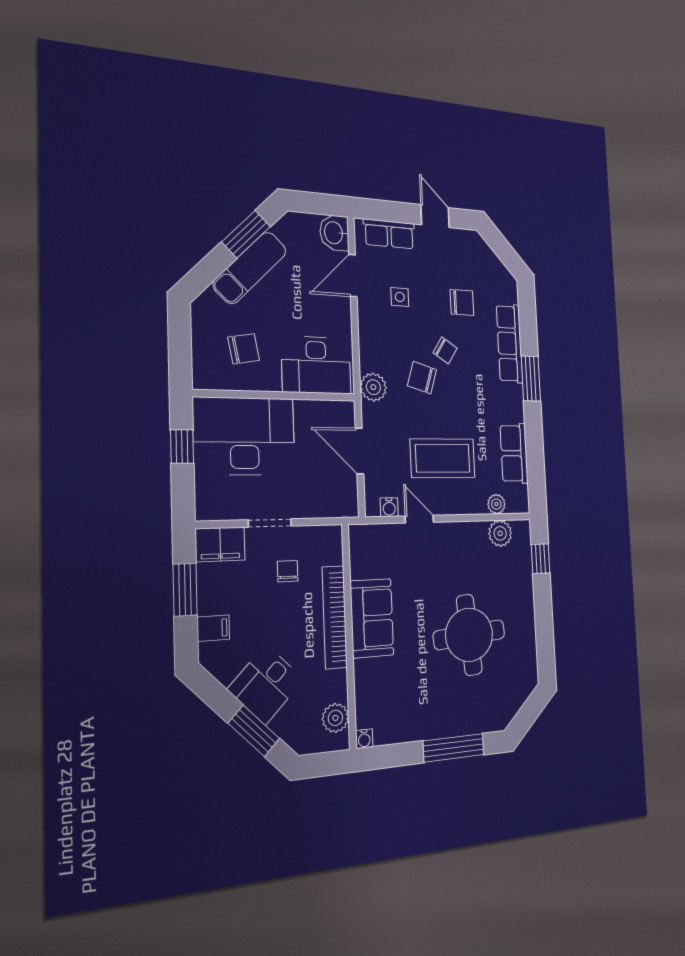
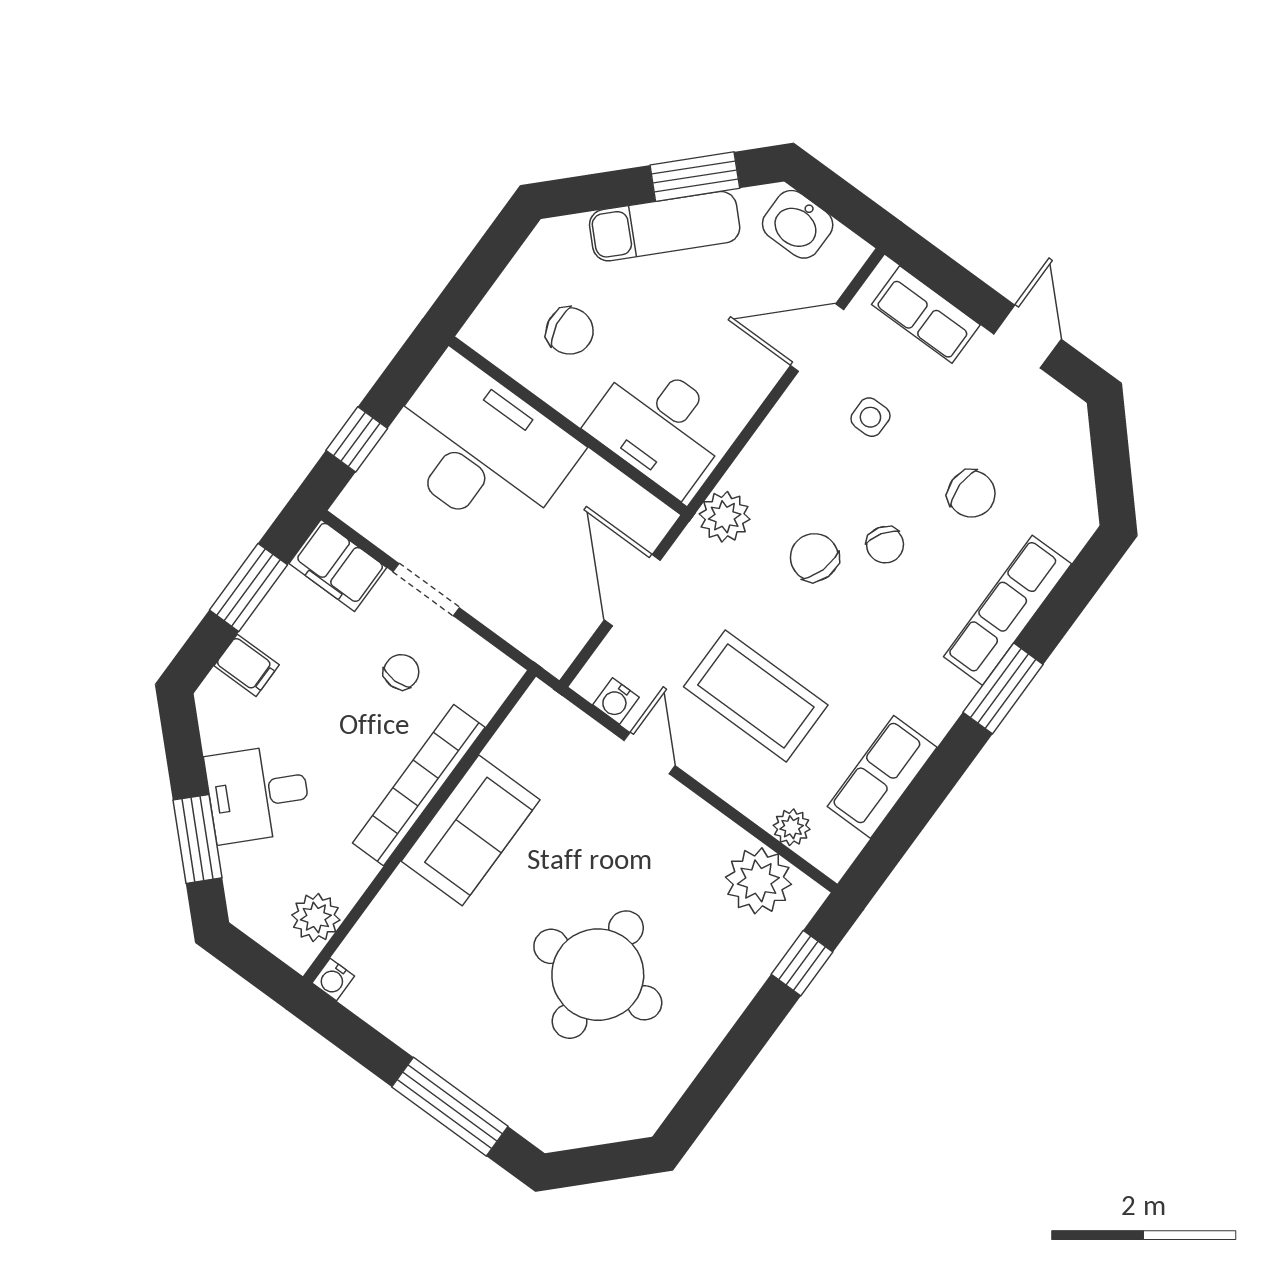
washbasin: (334, 233) -> (798, 224), moved, turned -90
window: (182, 447) -> (357, 439), moved
plant: (500, 533) -> (758, 881), width x1.36, depth x1.36

